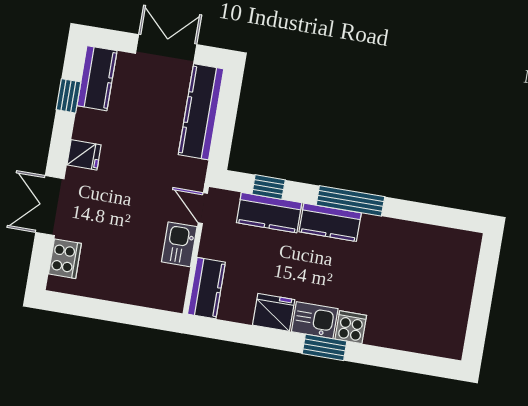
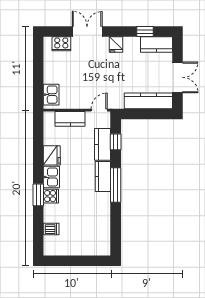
kitchen sink: (179, 244) -> (51, 95), moved, turned 90
kitchen counter: (206, 288) -> (70, 119), moved
dishwasher: (413, 337) -> (51, 229), added
window: (324, 347) -> (38, 195), moved

